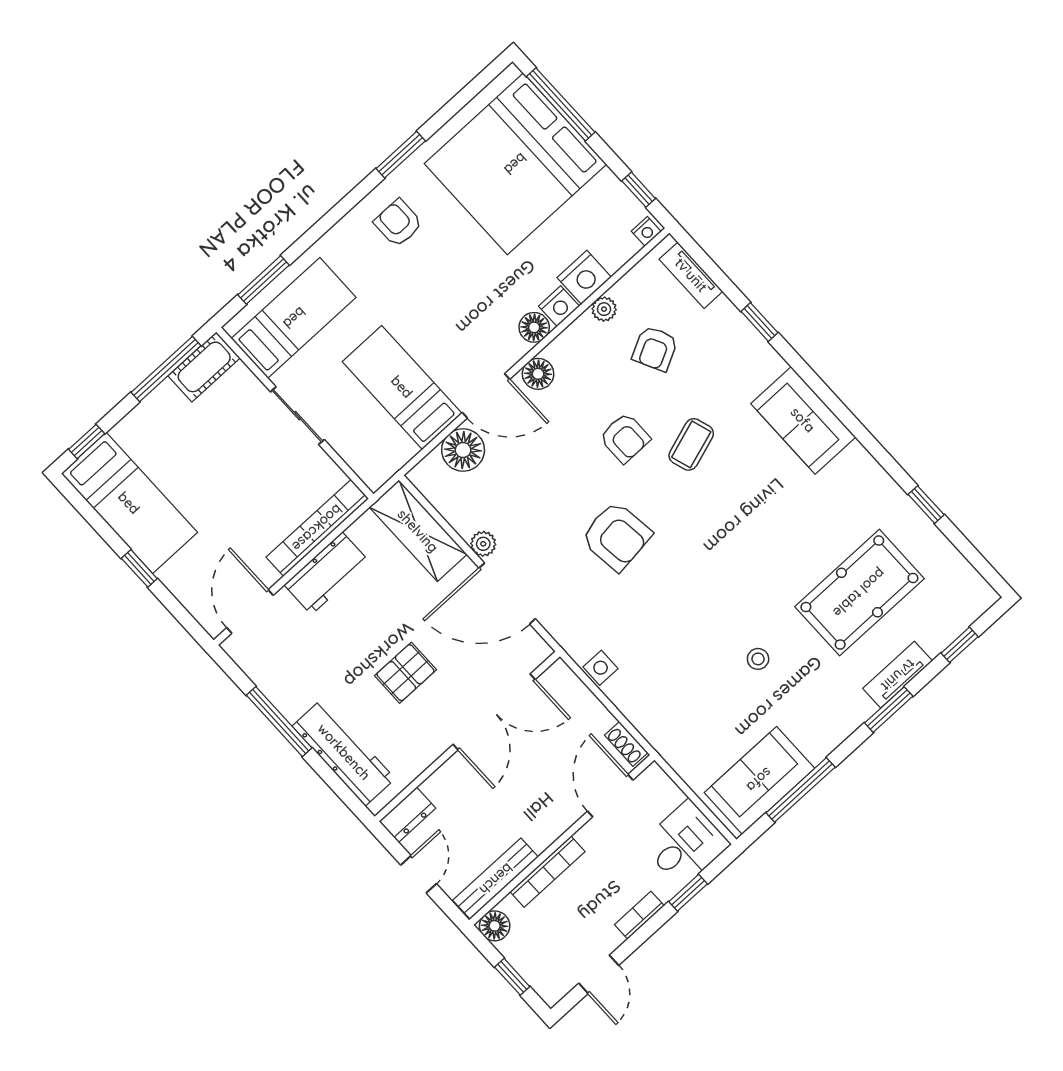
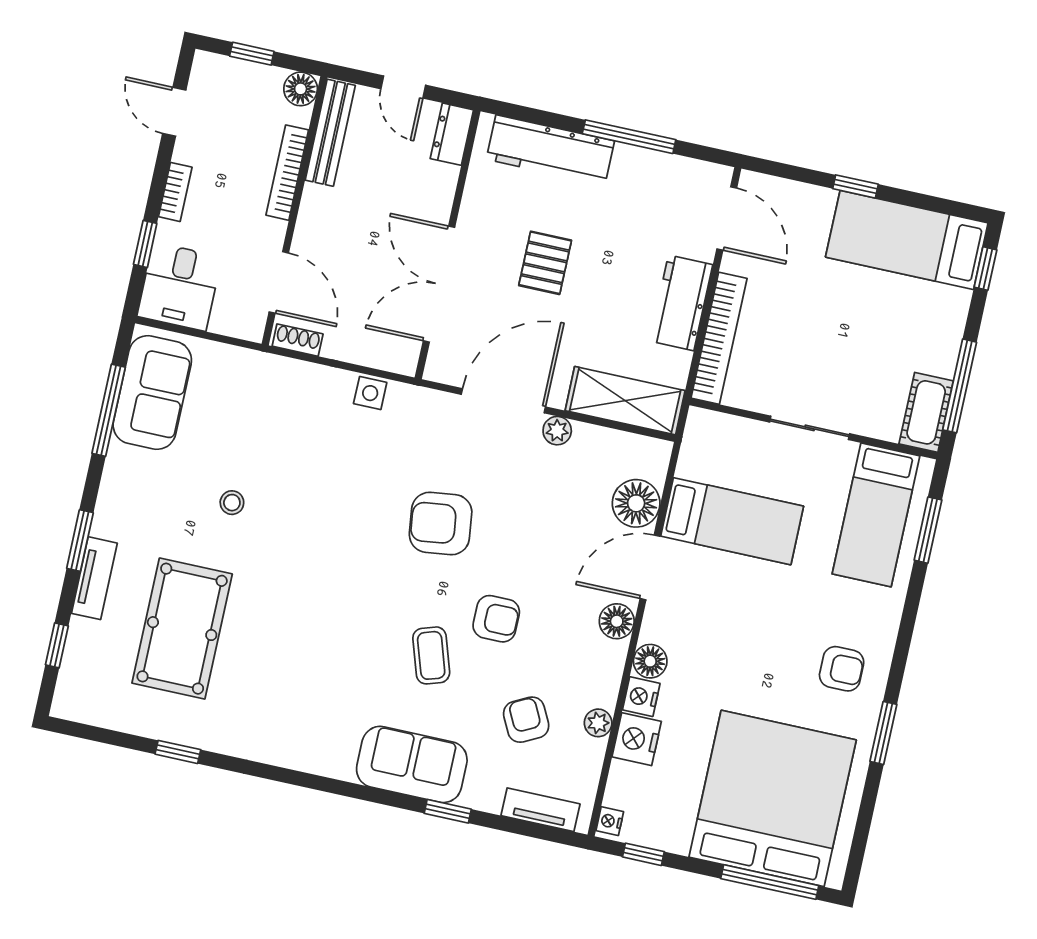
sofa: (803, 420) -> (412, 764), moved
armchair: (625, 438) -> (496, 619), turned 180

